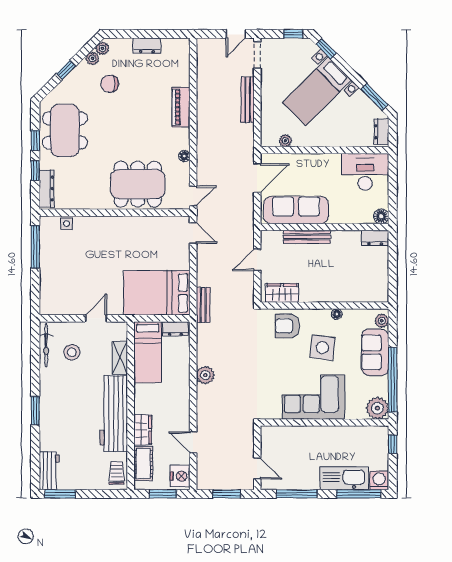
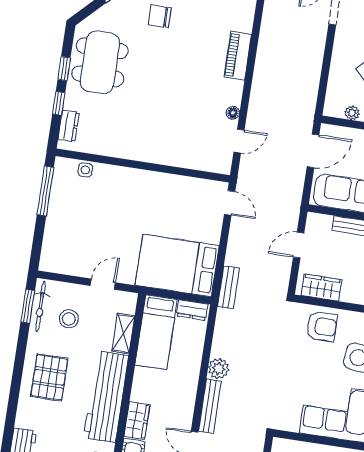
bench: (248, 100) -> (210, 406), moved
dining table: (138, 184) -> (174, 137), removed
dresser: (47, 189) -> (69, 126), width x0.70
door: (193, 196) -> (239, 141), moved
armchair: (287, 326) -> (322, 326), turned 180
pallet: (63, 404) -> (49, 377), added
window: (35, 411) -> (28, 306), moved

